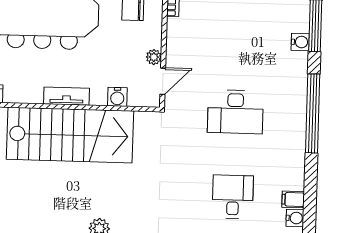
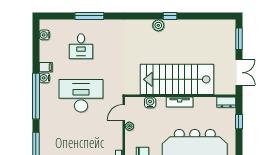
water cooler: (300, 42) -> (44, 78), moved
desk: (235, 112) -> (81, 96), width x1.36, depth x1.30
filing cabinet: (293, 199) -> (46, 67), moved

